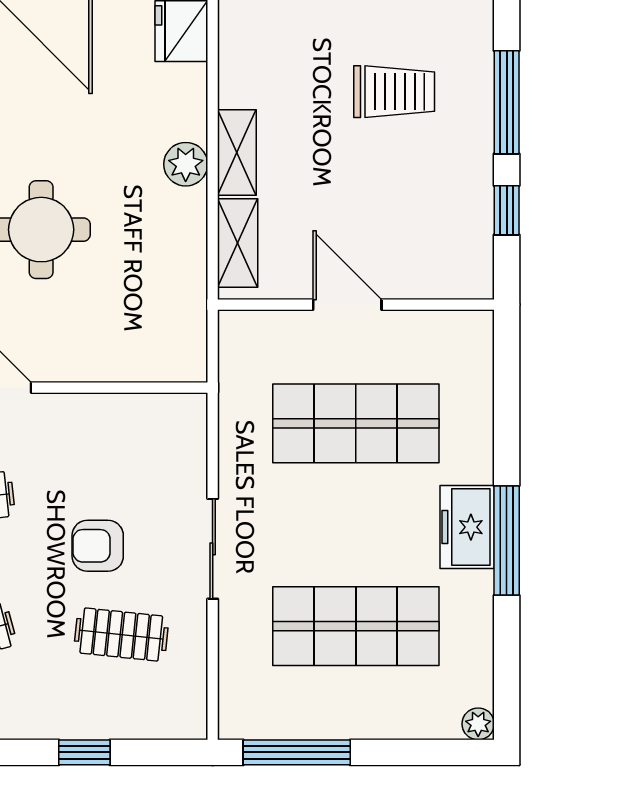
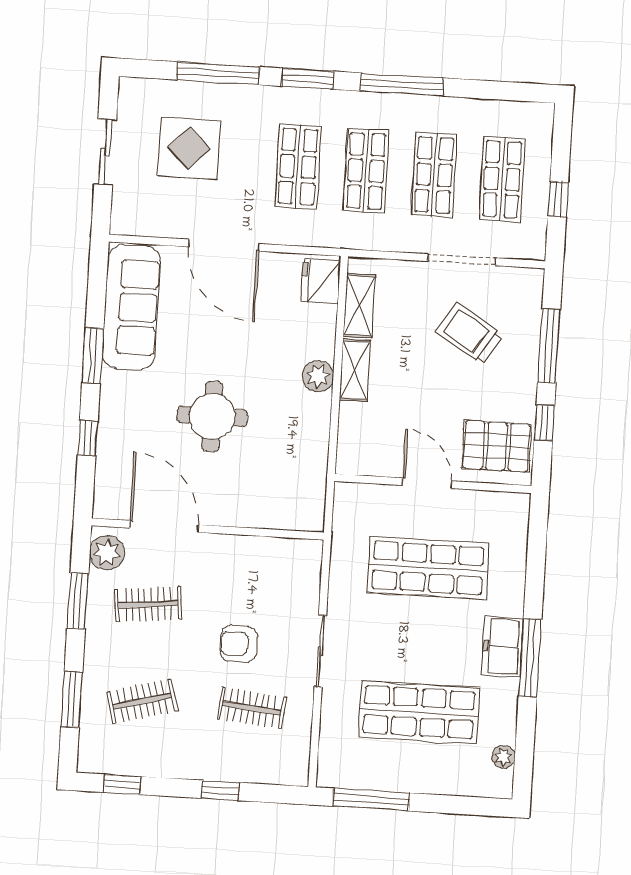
trolley: (394, 92) -> (469, 334), turned -148
shelving: (238, 243) -> (359, 306), moved
pallet: (442, 247) -> (496, 446), added
plant: (478, 724) -> (504, 757), moved

